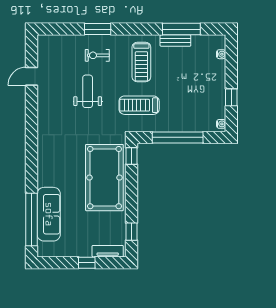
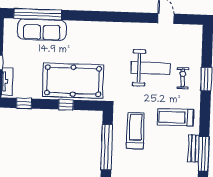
weight bench: (88, 91) -> (151, 68), width x1.36, depth x1.33
treadmill: (139, 105) -> (135, 131), moved
window: (131, 156) -> (66, 105), moved

